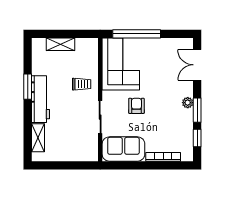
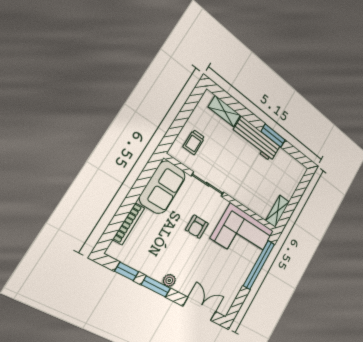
shelving: (60, 44) -> (278, 211), moved
trolley: (82, 84) -> (194, 142), moved
armchair: (136, 106) -> (197, 227), turned 90

